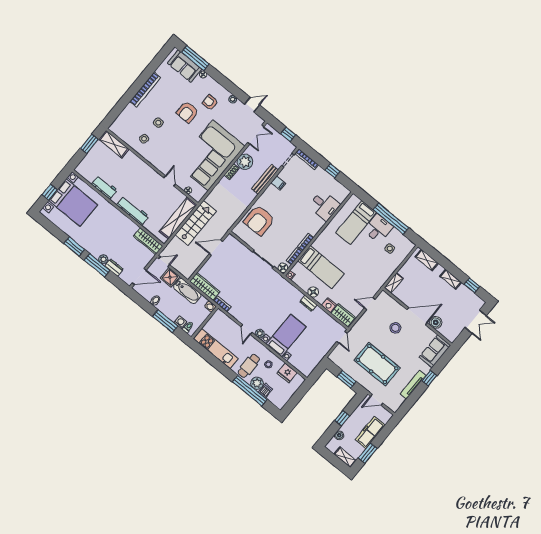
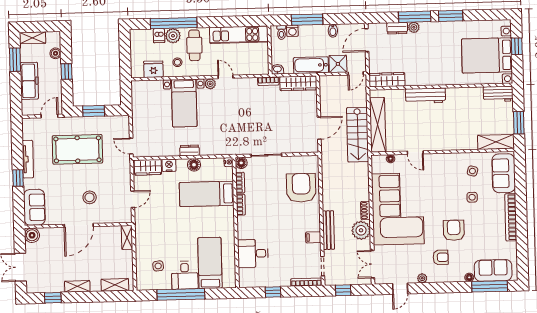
sofa: (126, 121) -> (504, 173), added
workbench: (104, 187) -> (498, 94), moved
boiler: (436, 322) -> (32, 235), moved

